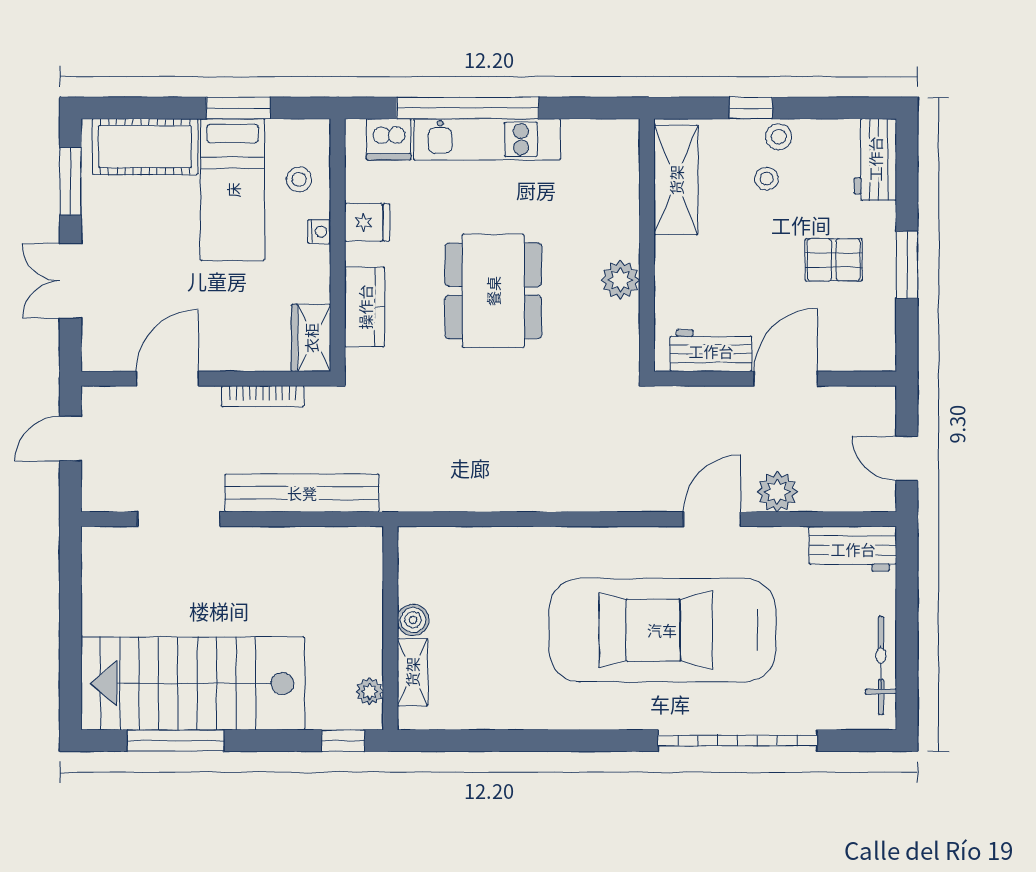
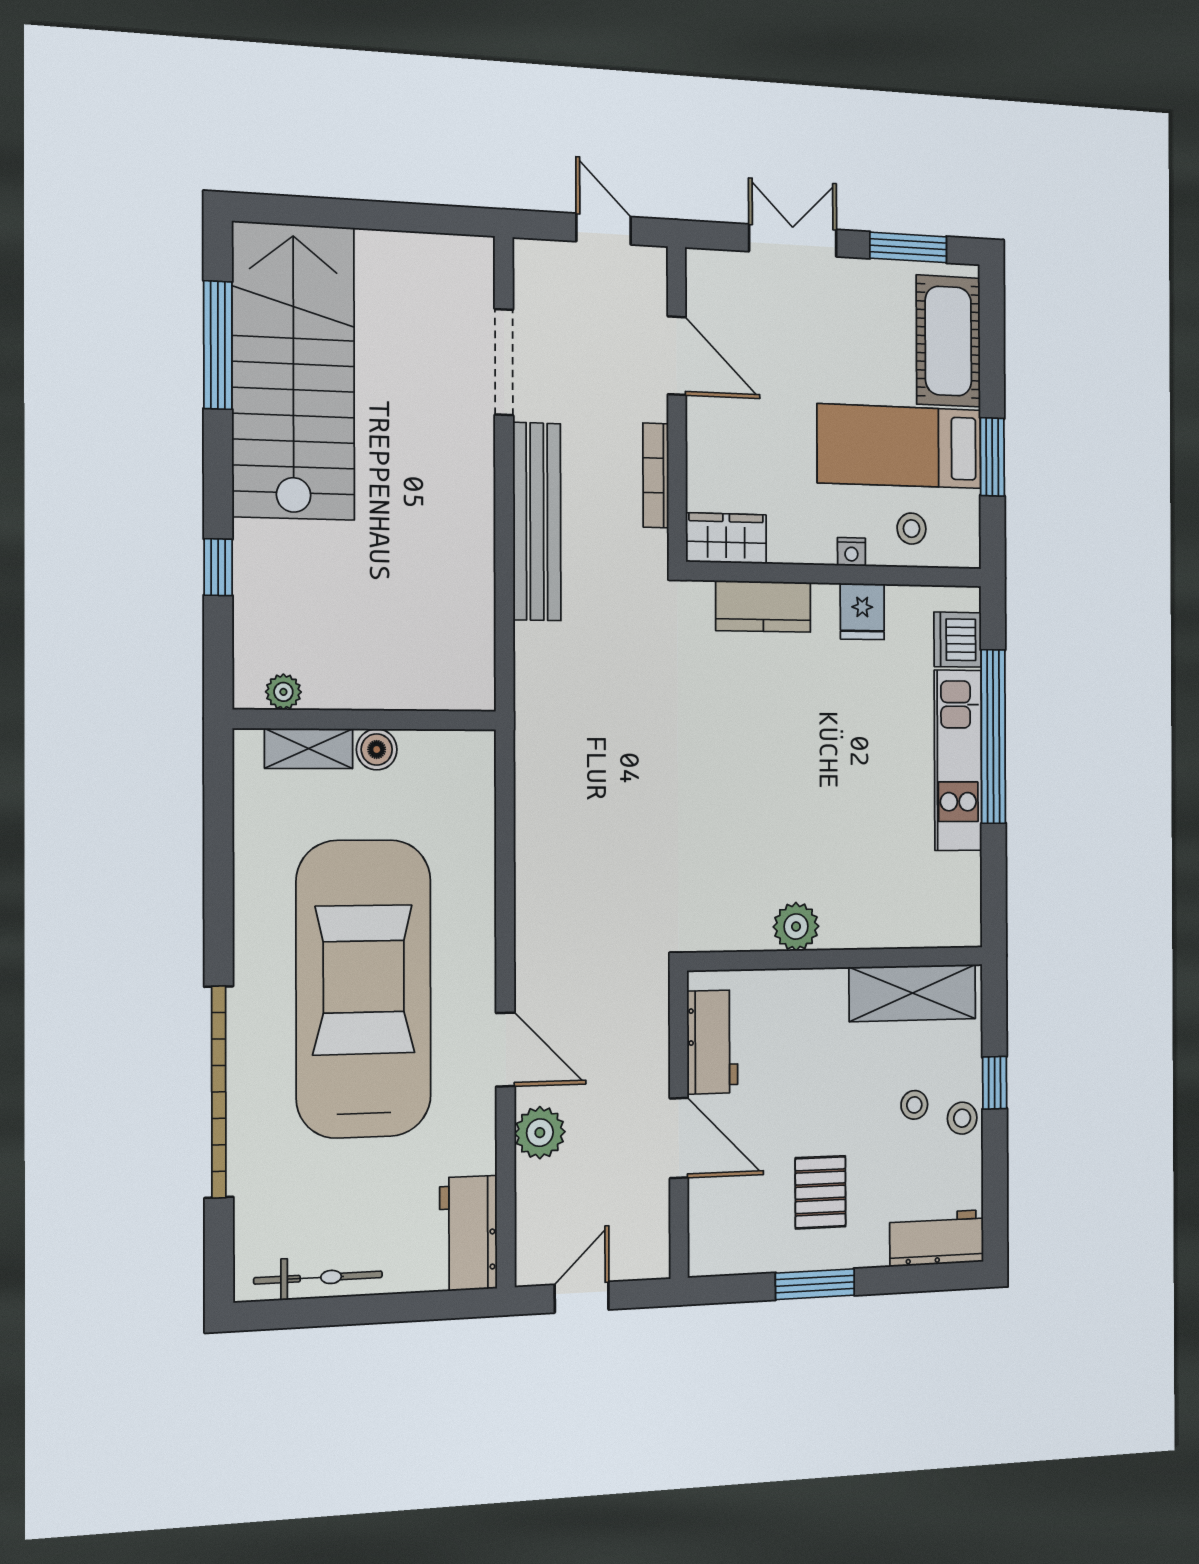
dining table: (493, 291) -> (783, 768), removed
boiler: (413, 620) -> (377, 749), moved
wall: (390, 628) -> (366, 720), moved
shelving: (412, 672) -> (309, 749), moved
plant: (370, 691) -> (283, 692), moved

